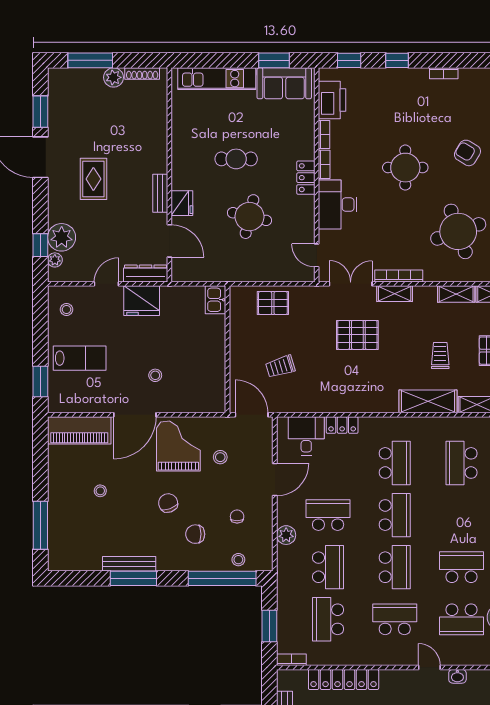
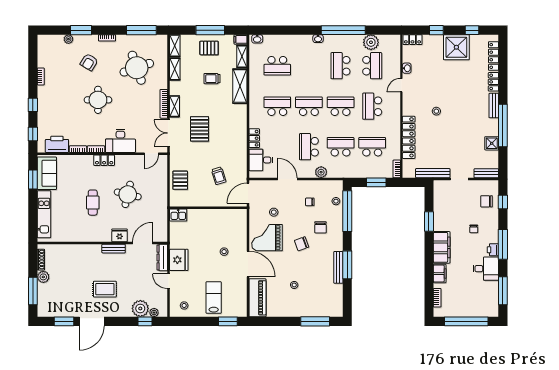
school desk: (328, 619) -> (372, 147), turned 180

